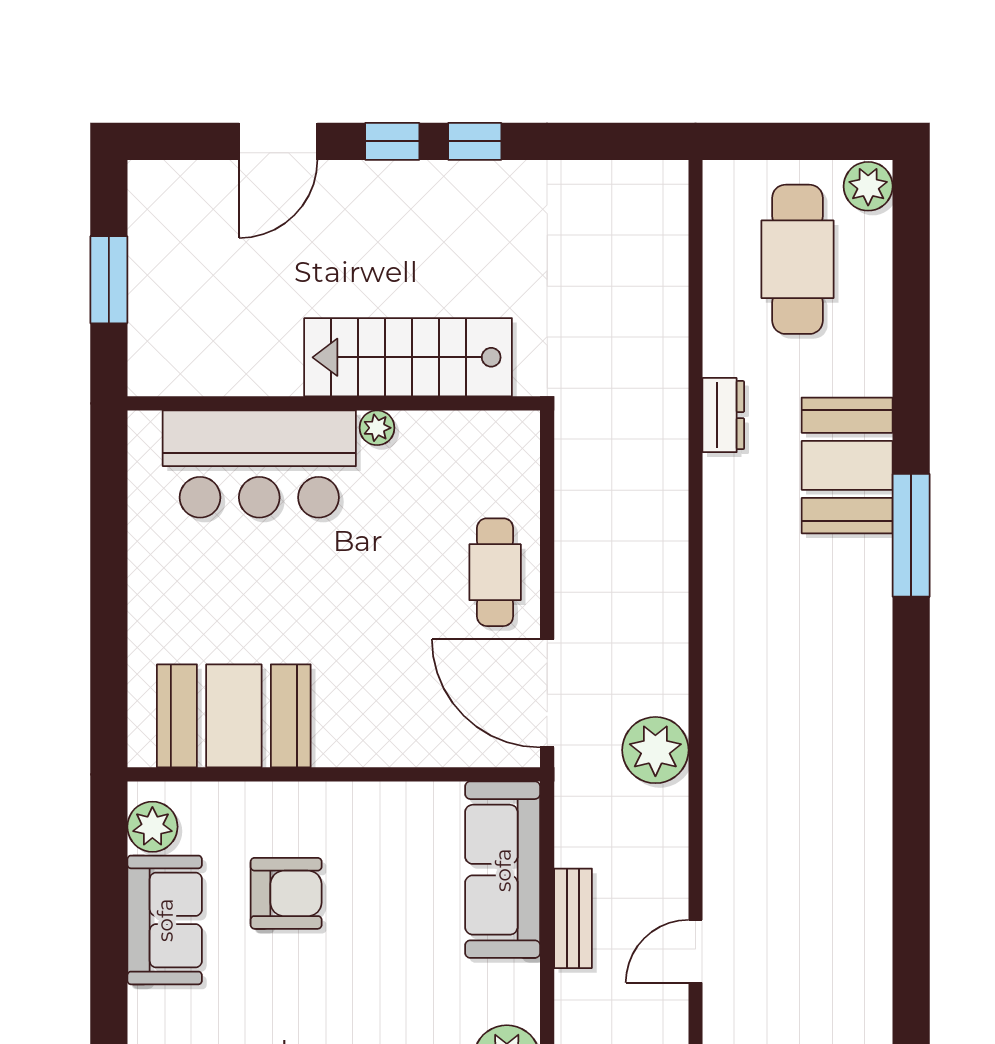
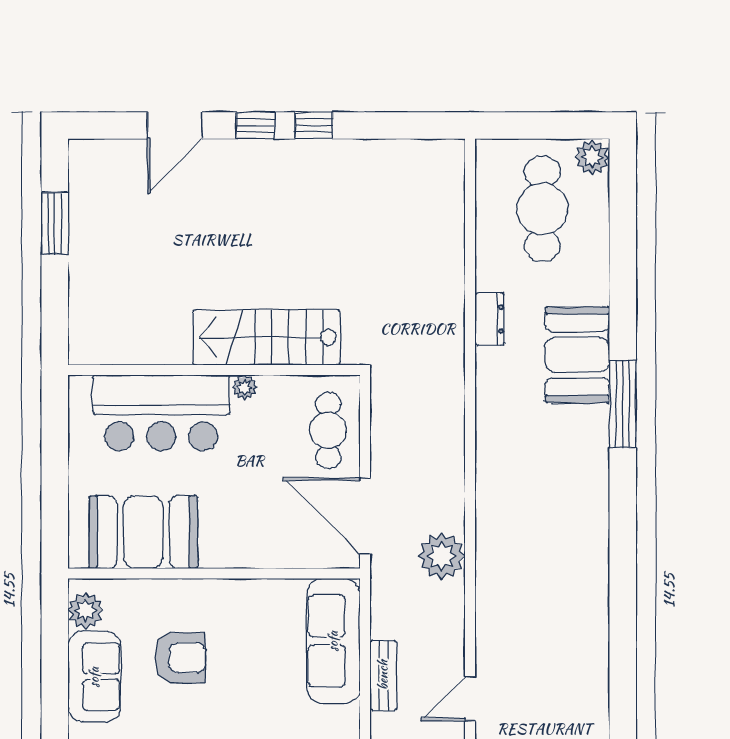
stairs: (408, 357) -> (267, 337), moved
wall: (334, 403) -> (214, 370), moved
plant: (377, 428) -> (245, 387), moved
bar counter: (259, 464) -> (161, 413), moved

